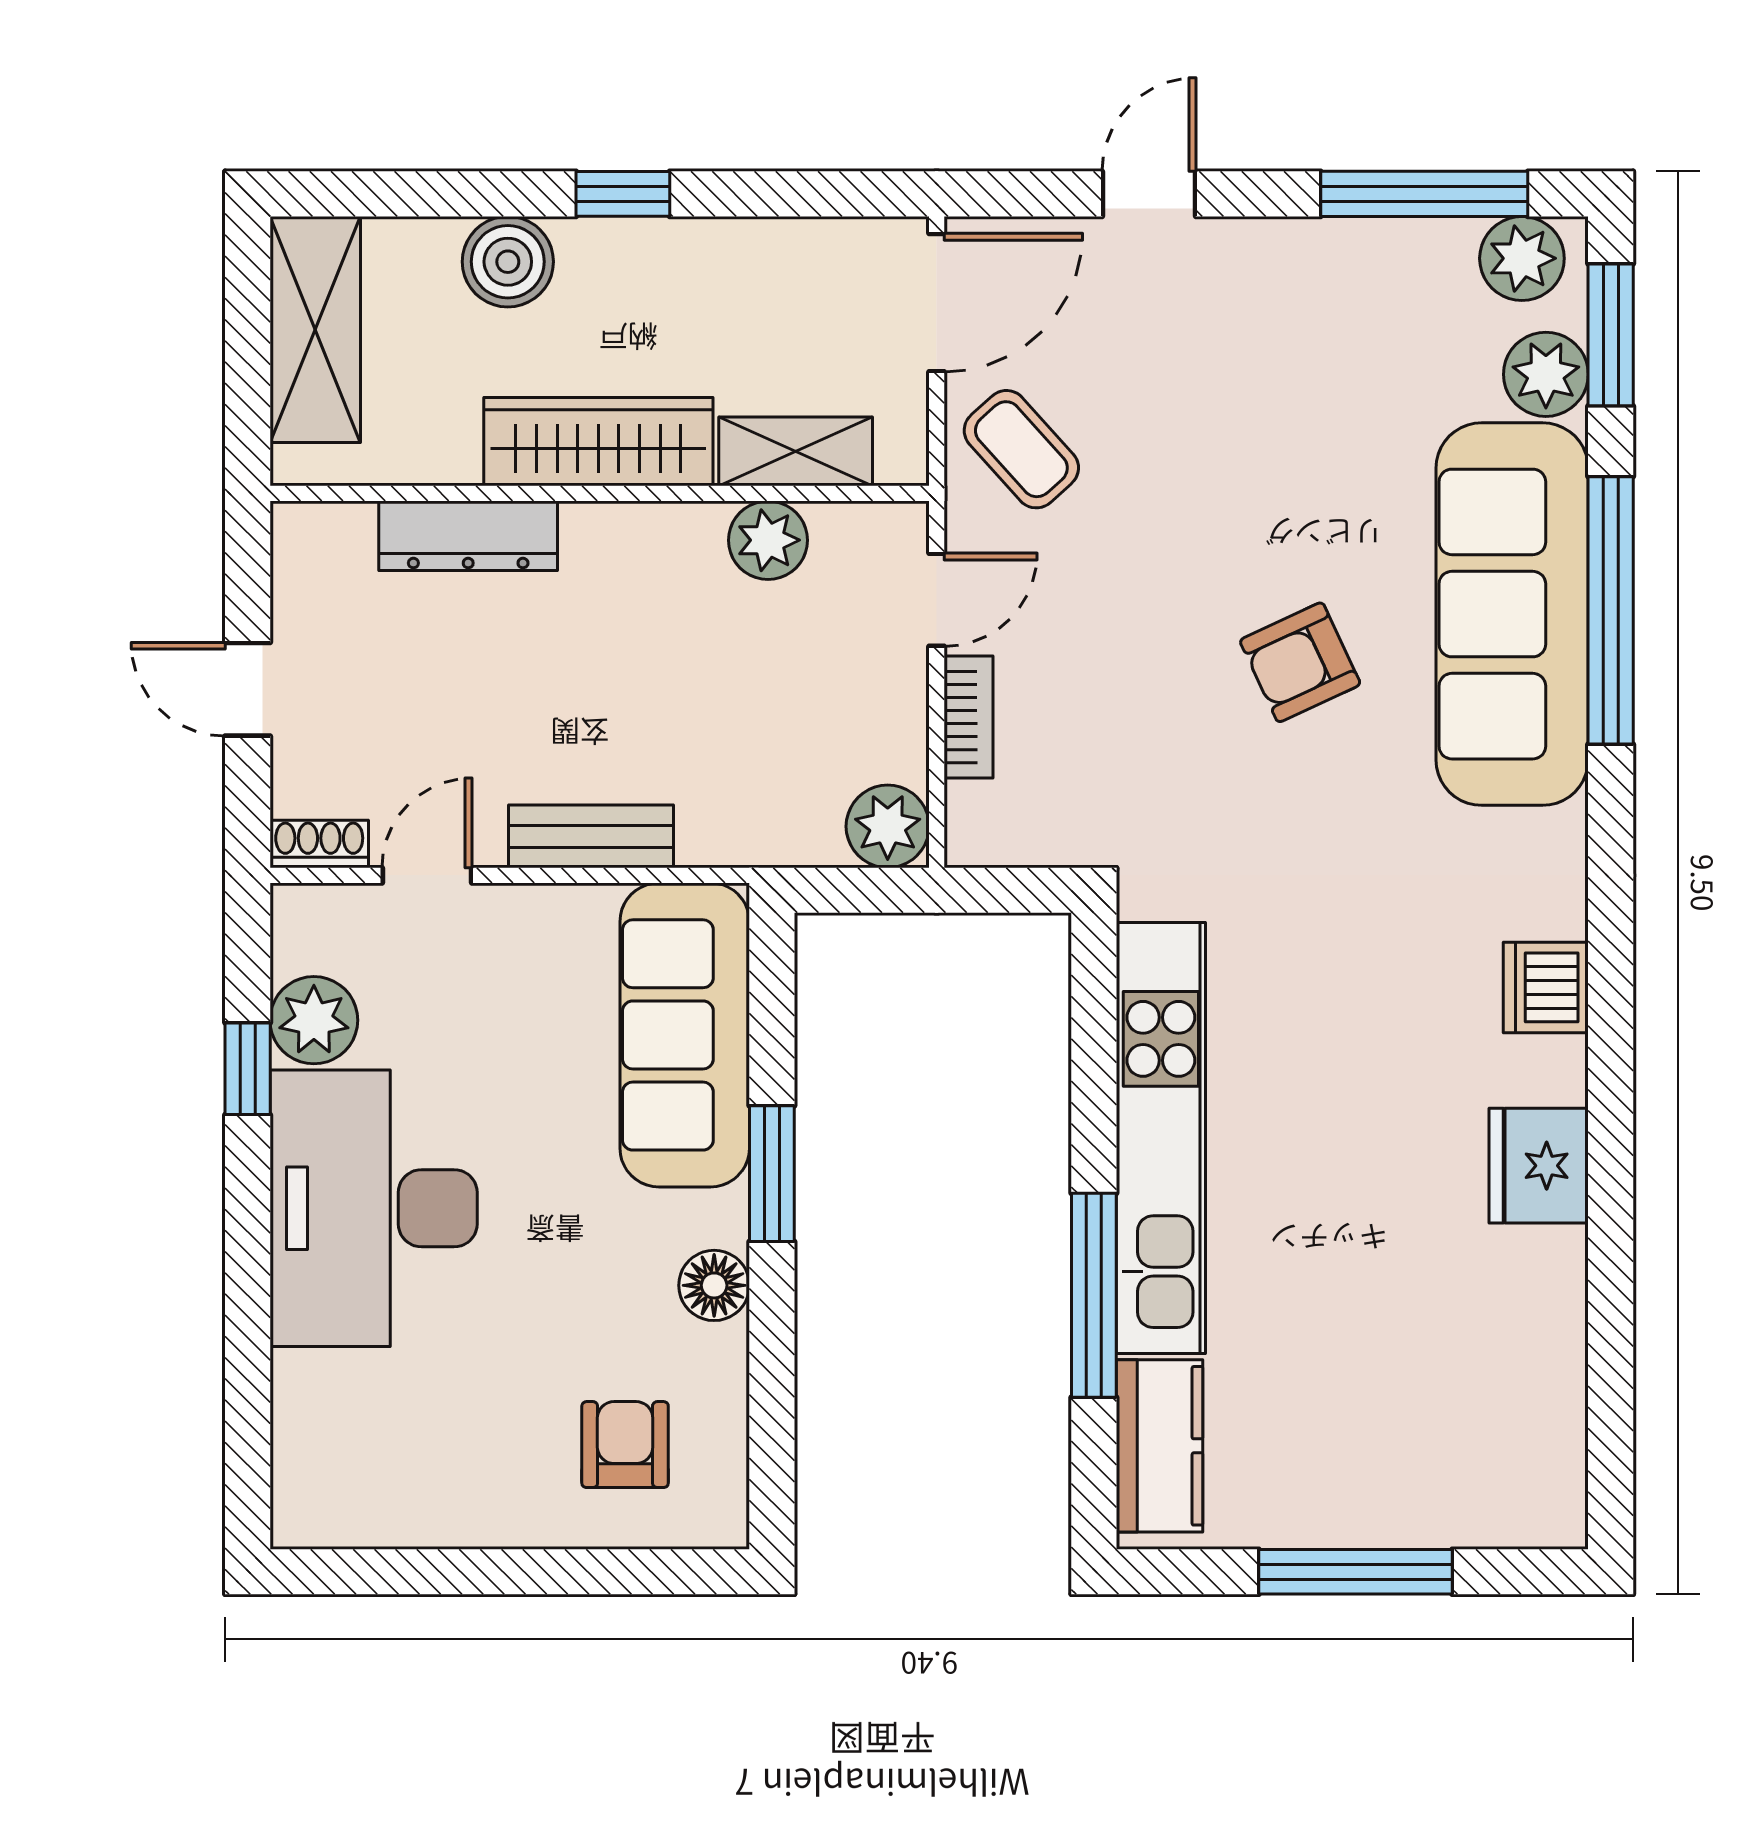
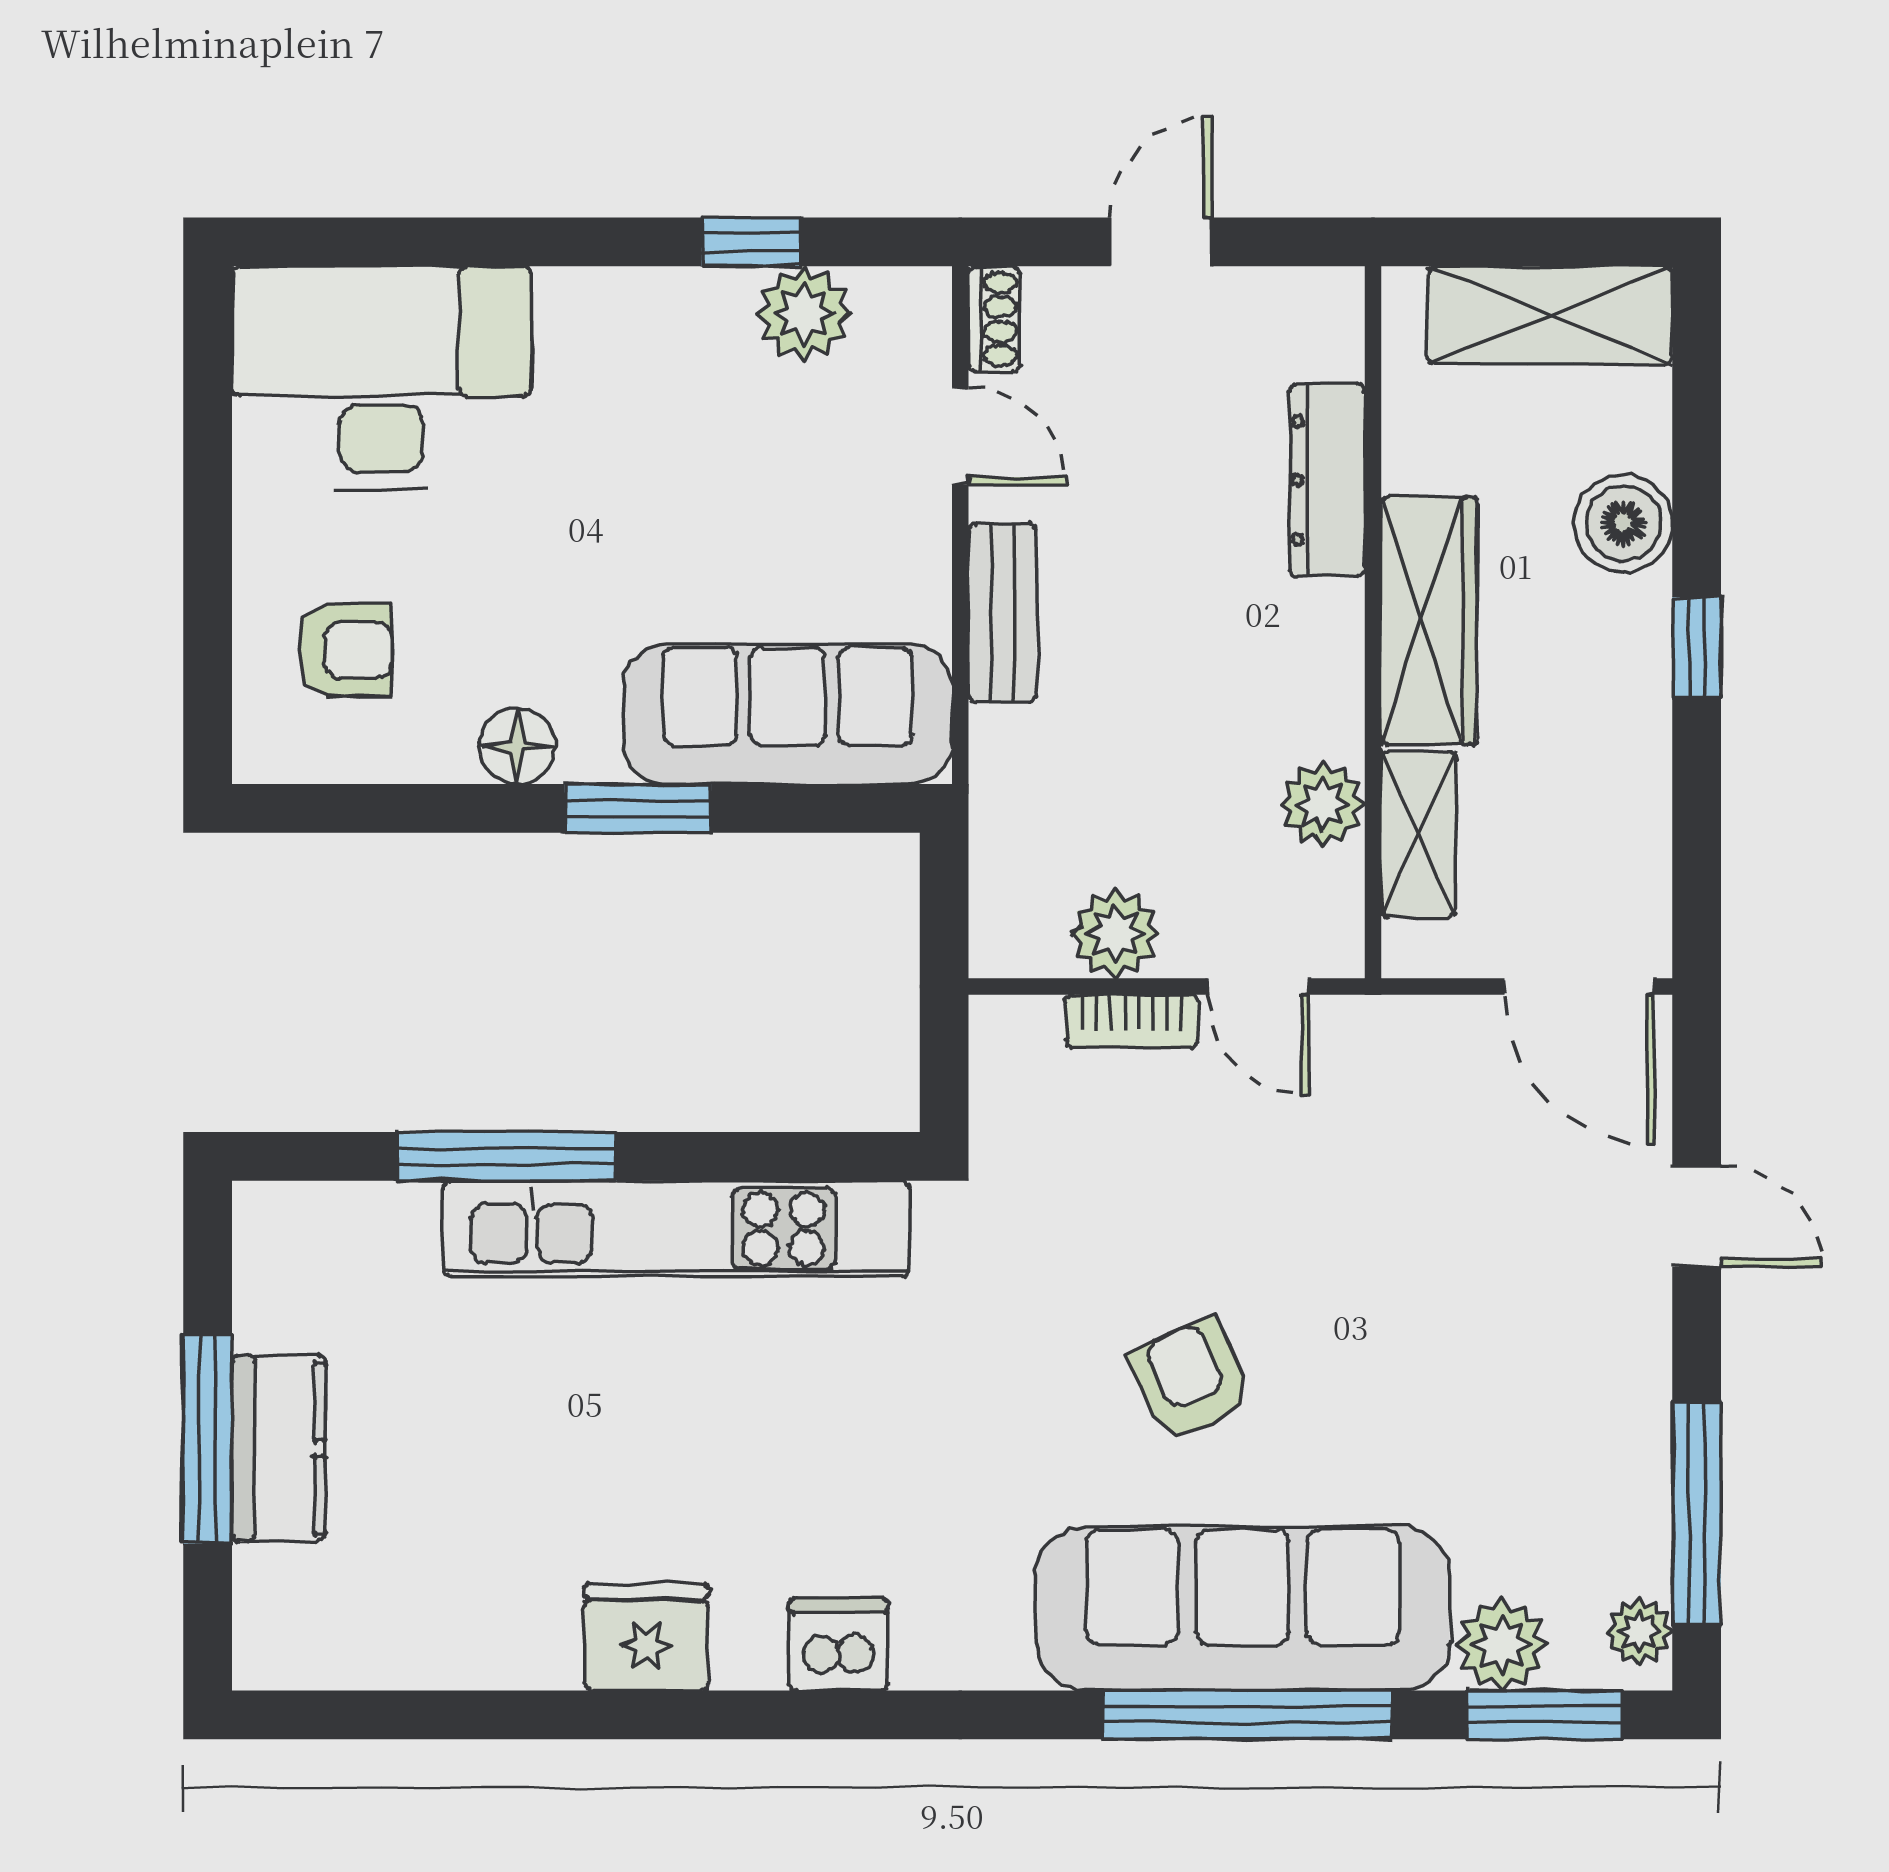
plant: (1522, 258) -> (1639, 1631), width x0.73, depth x0.73
coffee table: (1021, 449) -> (1421, 1078), removed
plant: (888, 826) -> (1115, 934), moved
desk: (374, 1208) -> (381, 378), moved
kitchen counter: (1159, 1446) -> (279, 1448), moved, turned -90

